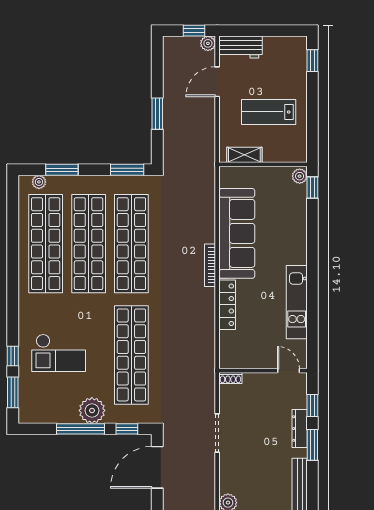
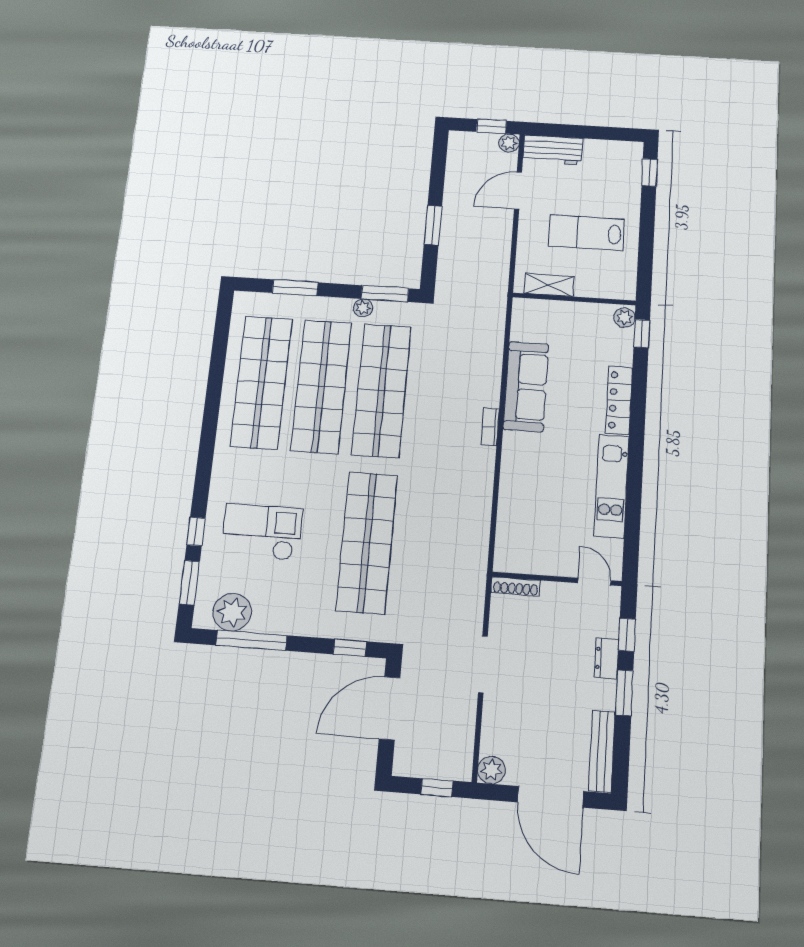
plant: (39, 182) -> (363, 308), moved
sofa: (237, 233) -> (526, 387), width x0.74, depth x0.79
bookcase: (210, 265) -> (490, 427), width x0.64
locker: (227, 305) -> (619, 400), moved, turned 180
checkout: (59, 353) -> (262, 532), turned 180
shoe rack: (230, 378) -> (516, 586), width x1.43
plant: (92, 410) -> (232, 612), moved
window: (81, 429) -> (251, 640), moved
dresser: (300, 429) -> (607, 658), width x0.70

